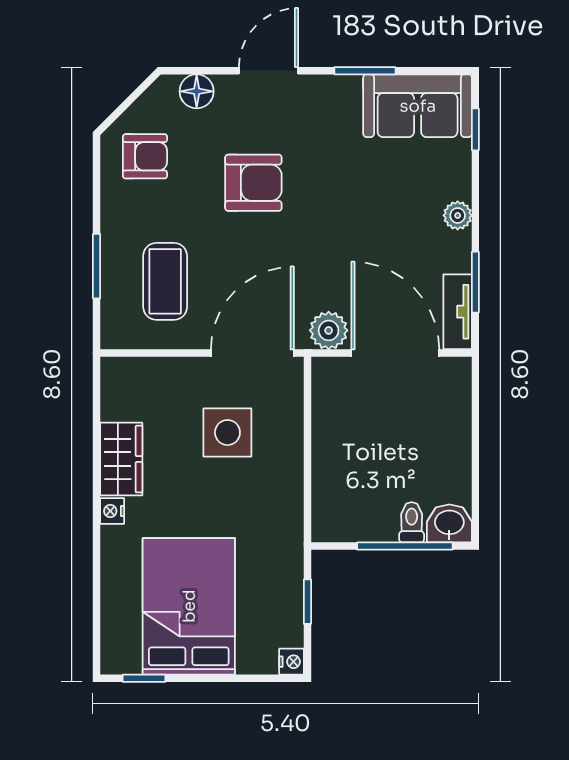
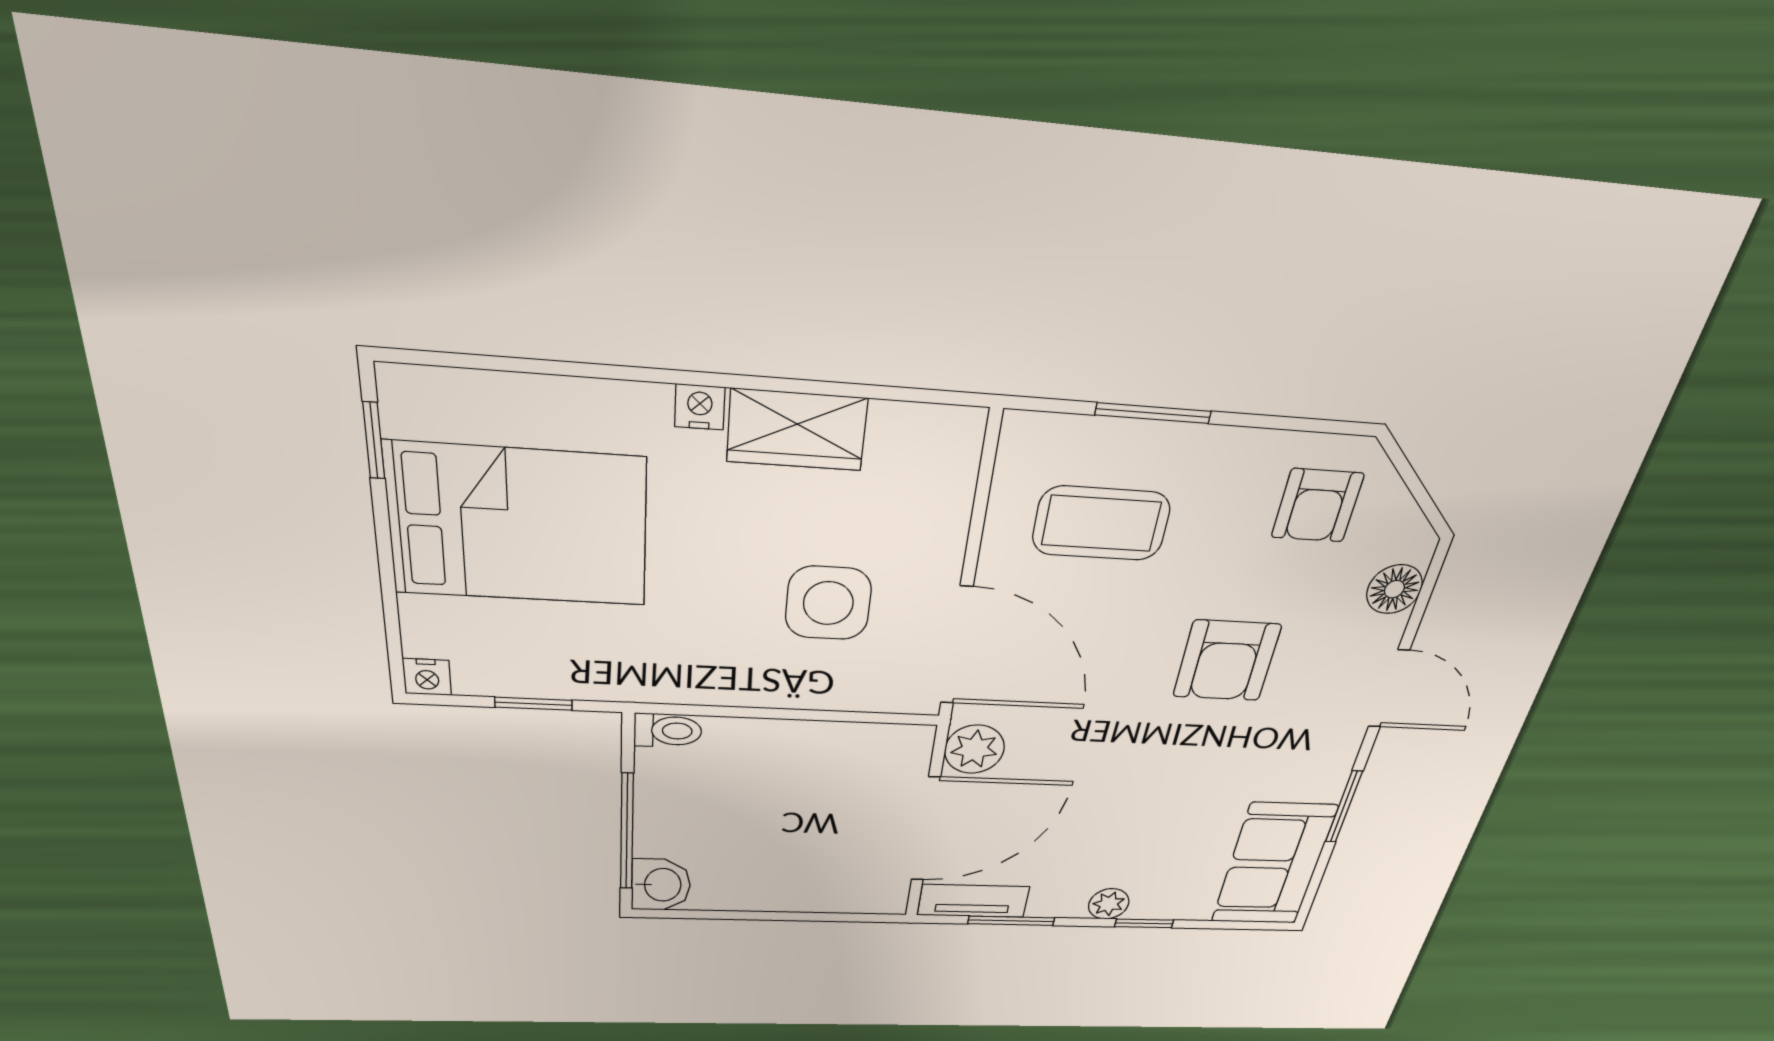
window: (475, 129) -> (1144, 923), moved
toilet: (412, 522) -> (668, 731), moved

